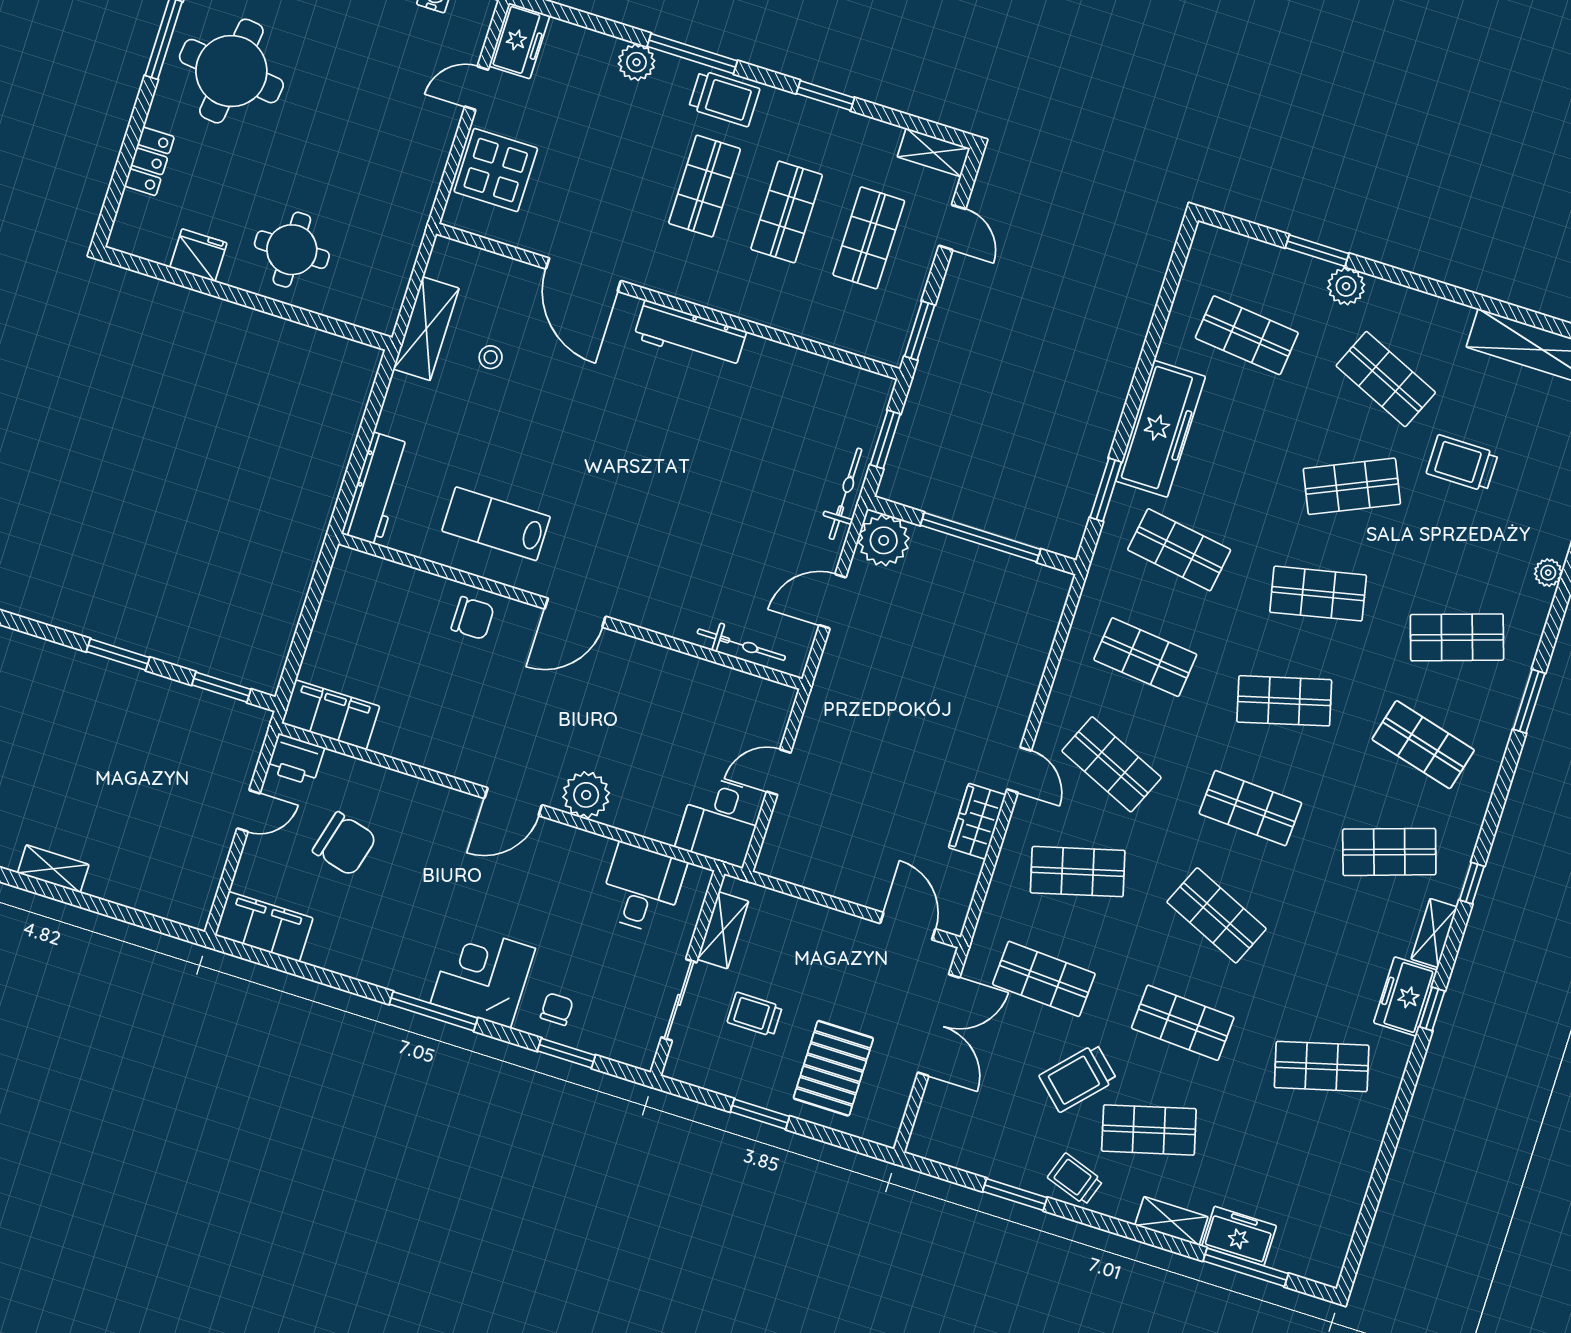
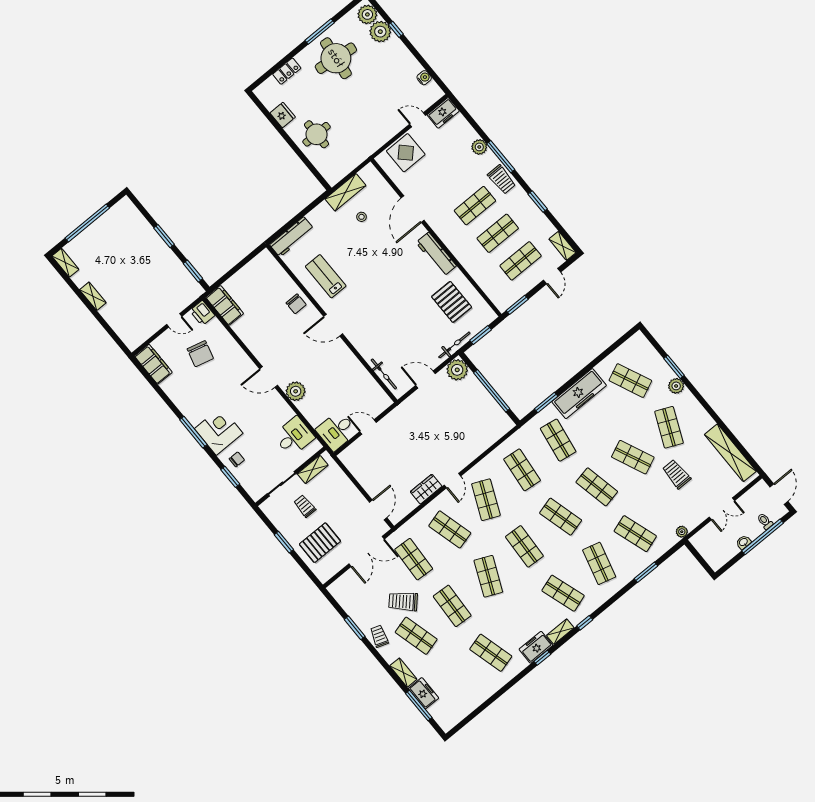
shop shelf: (1247, 335) -> (630, 381), turned -30
pallet: (784, 411) -> (452, 302), added

